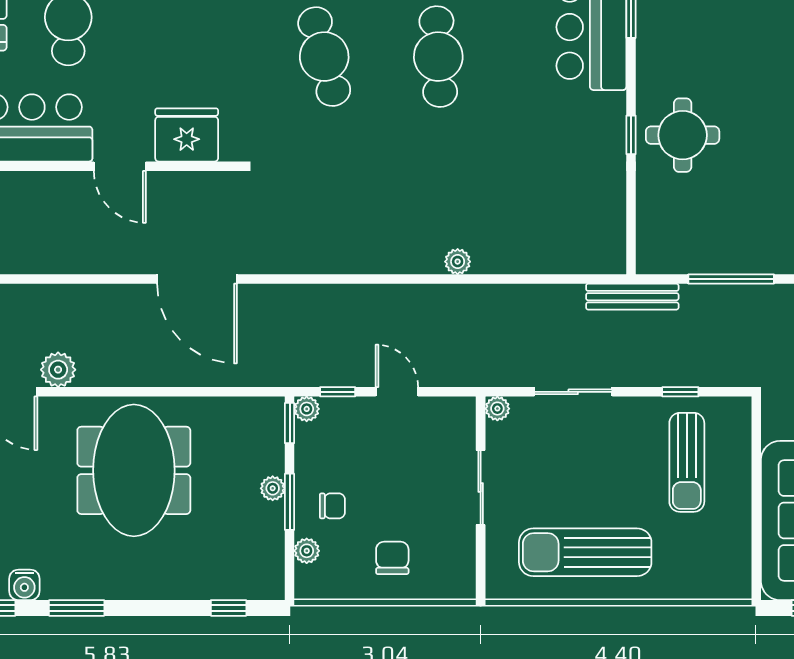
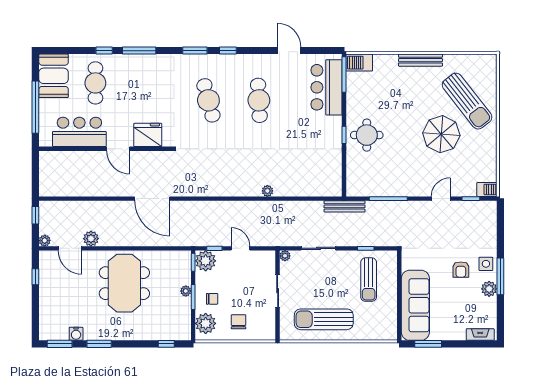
plant: (307, 409) -> (206, 261), width x1.87, depth x1.87
plant: (307, 551) -> (206, 323), width x1.88, depth x1.88

